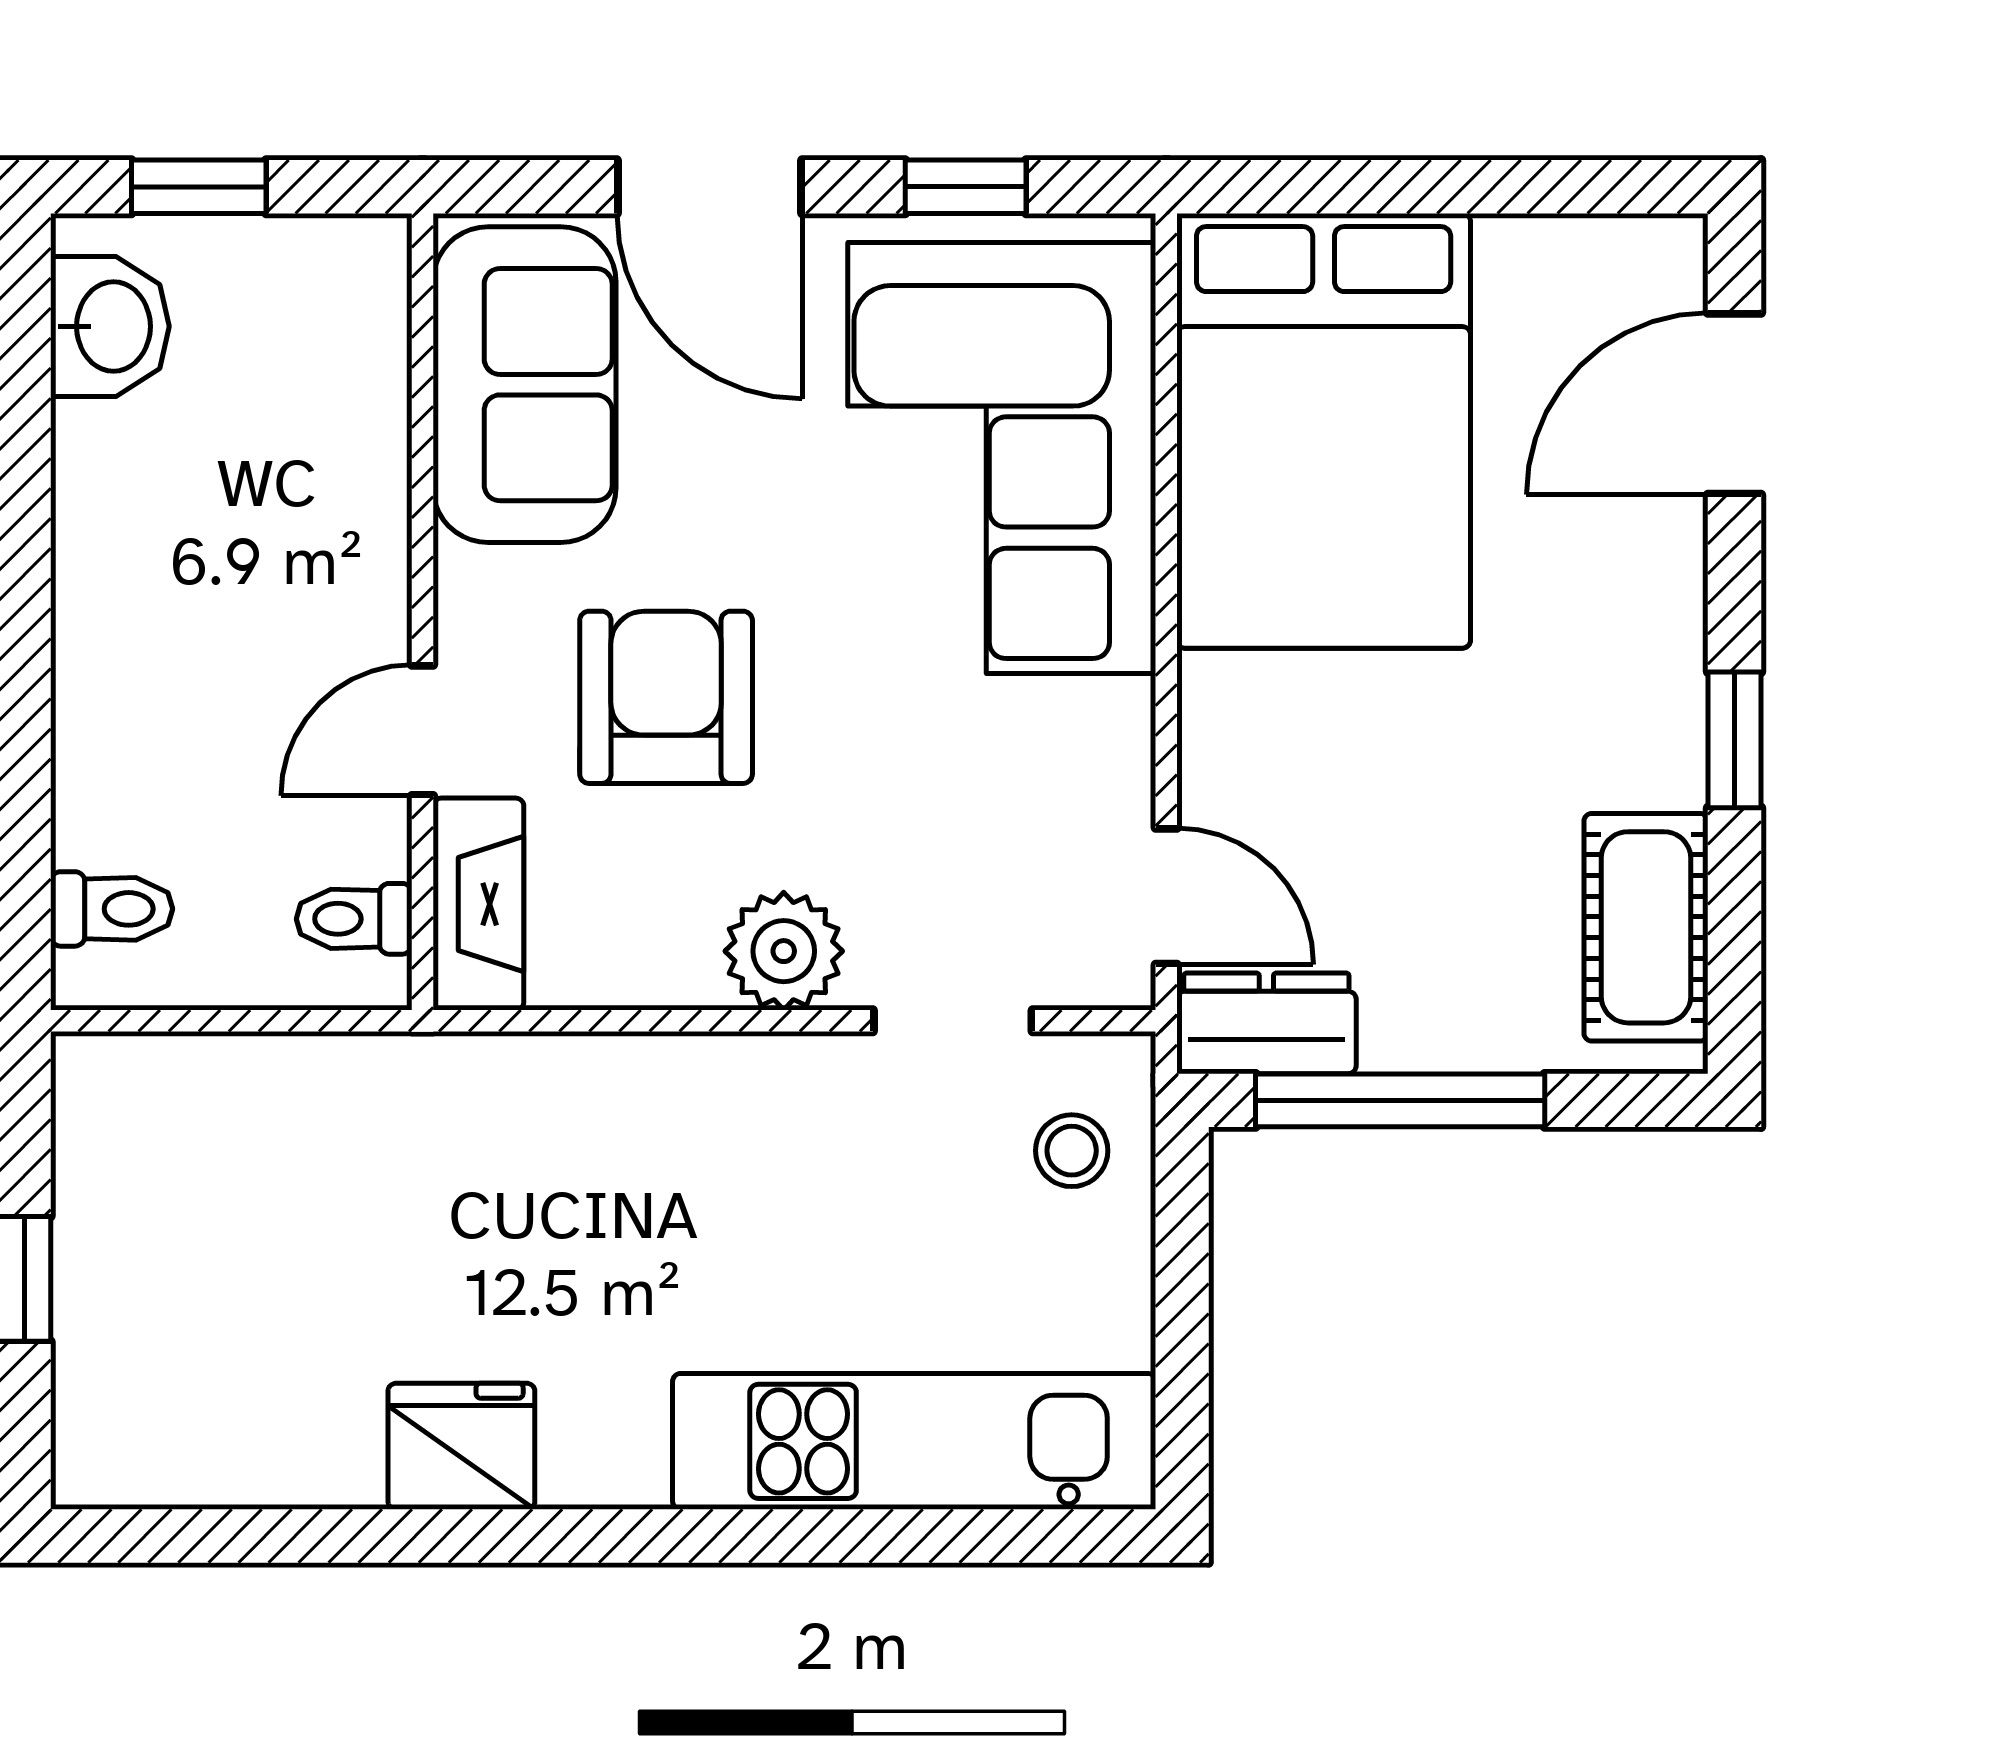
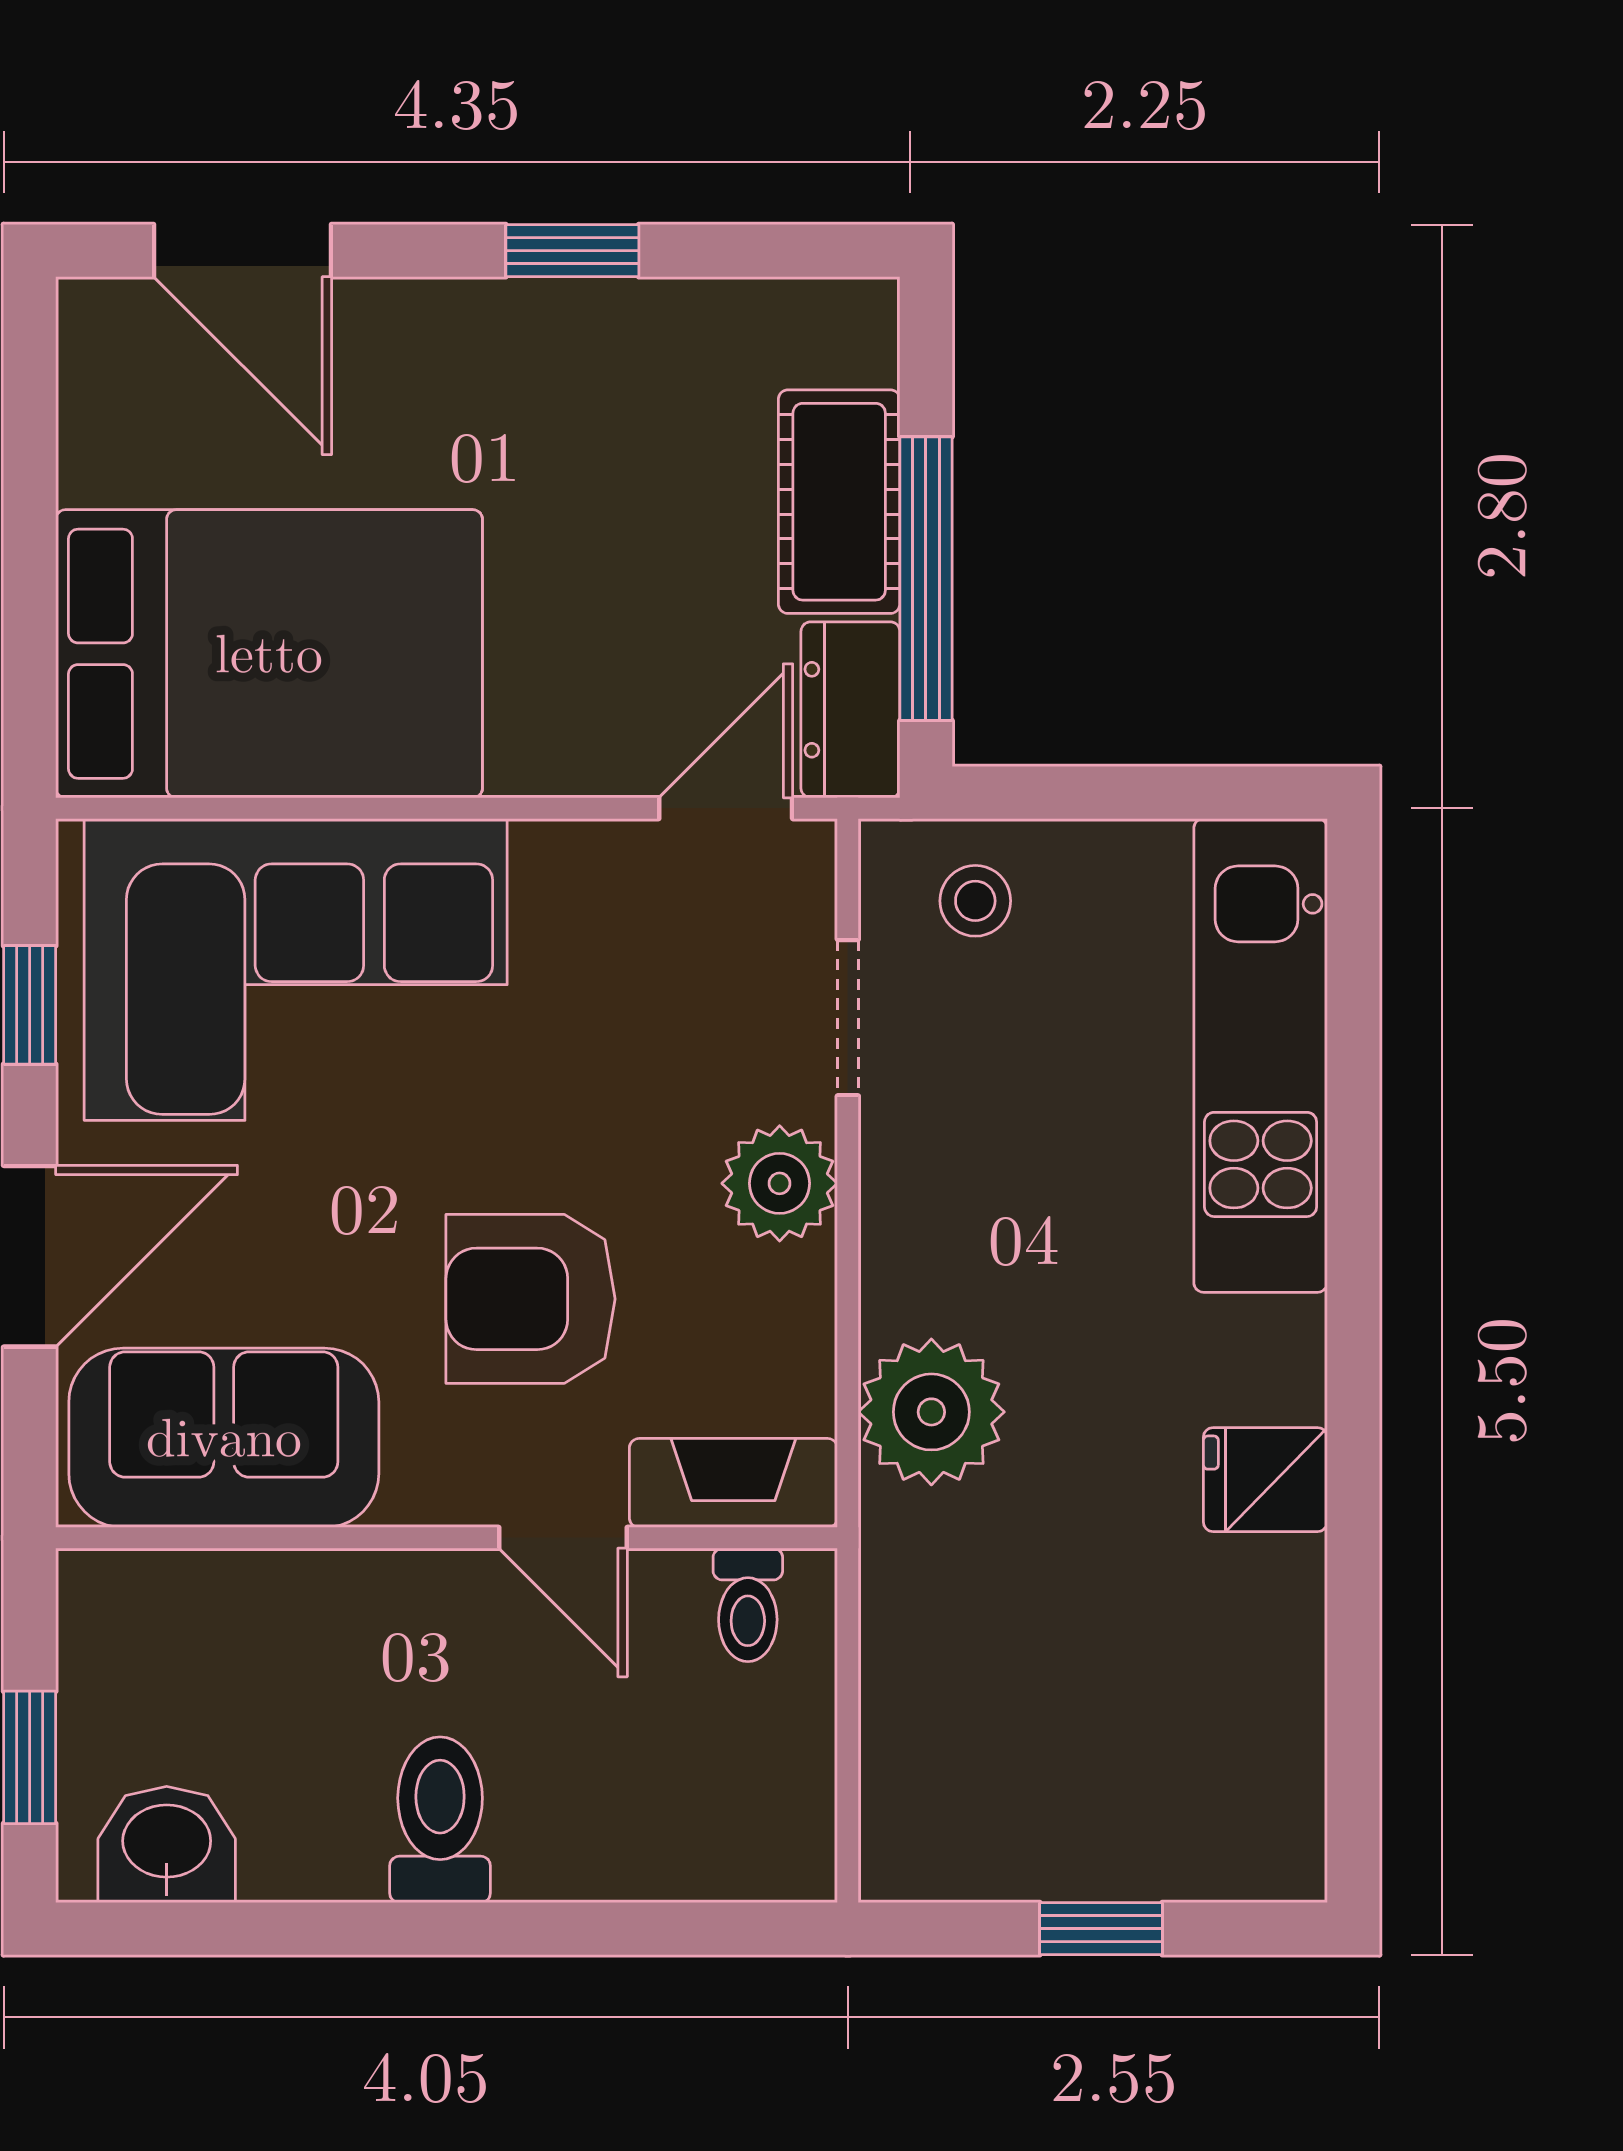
toilet: (112, 909) -> (440, 1820), moved, width x1.37, depth x1.39
cot: (1646, 927) -> (839, 502), moved, turned 90
plant: (551, 1106) -> (931, 1412), added
fridge: (461, 1446) -> (1265, 1480), width x0.72

